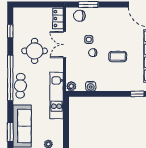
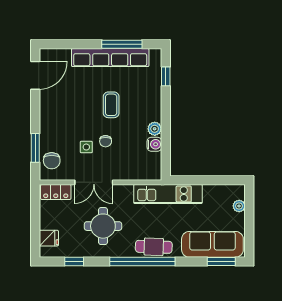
fridge: (26, 14) -> (49, 238), added
plant: (71, 86) -> (155, 129), moved

